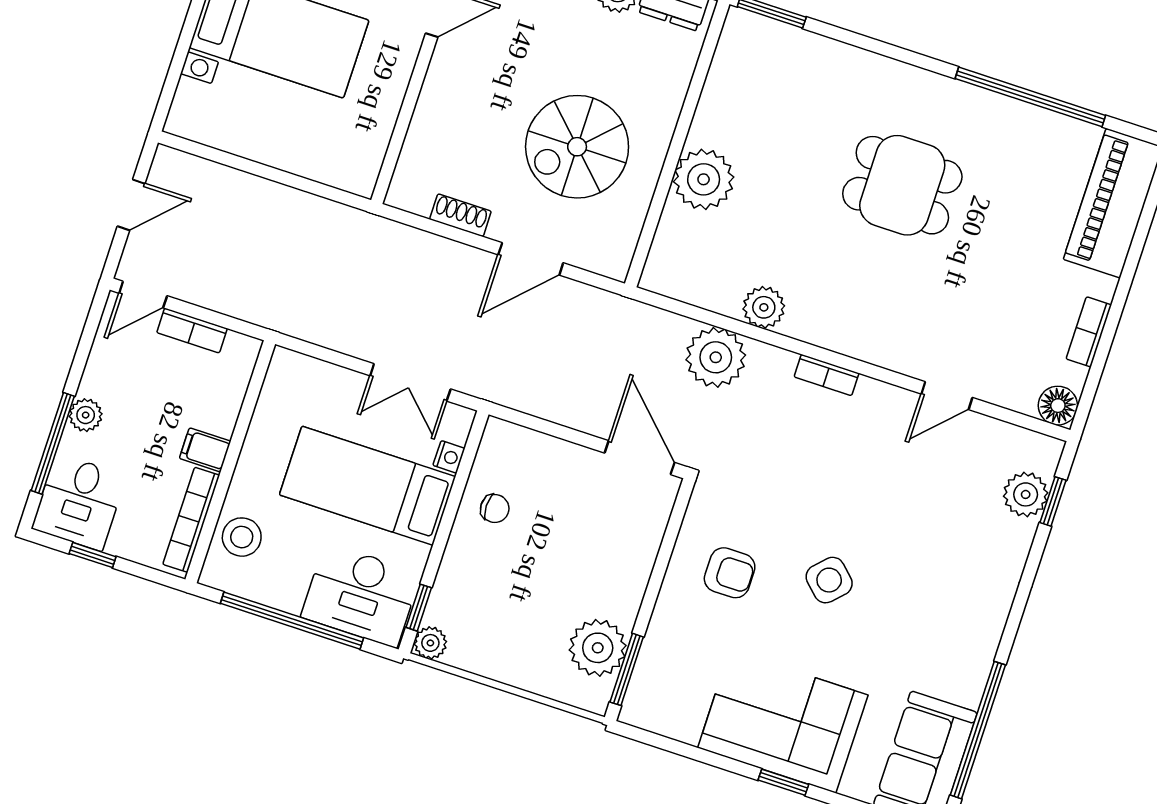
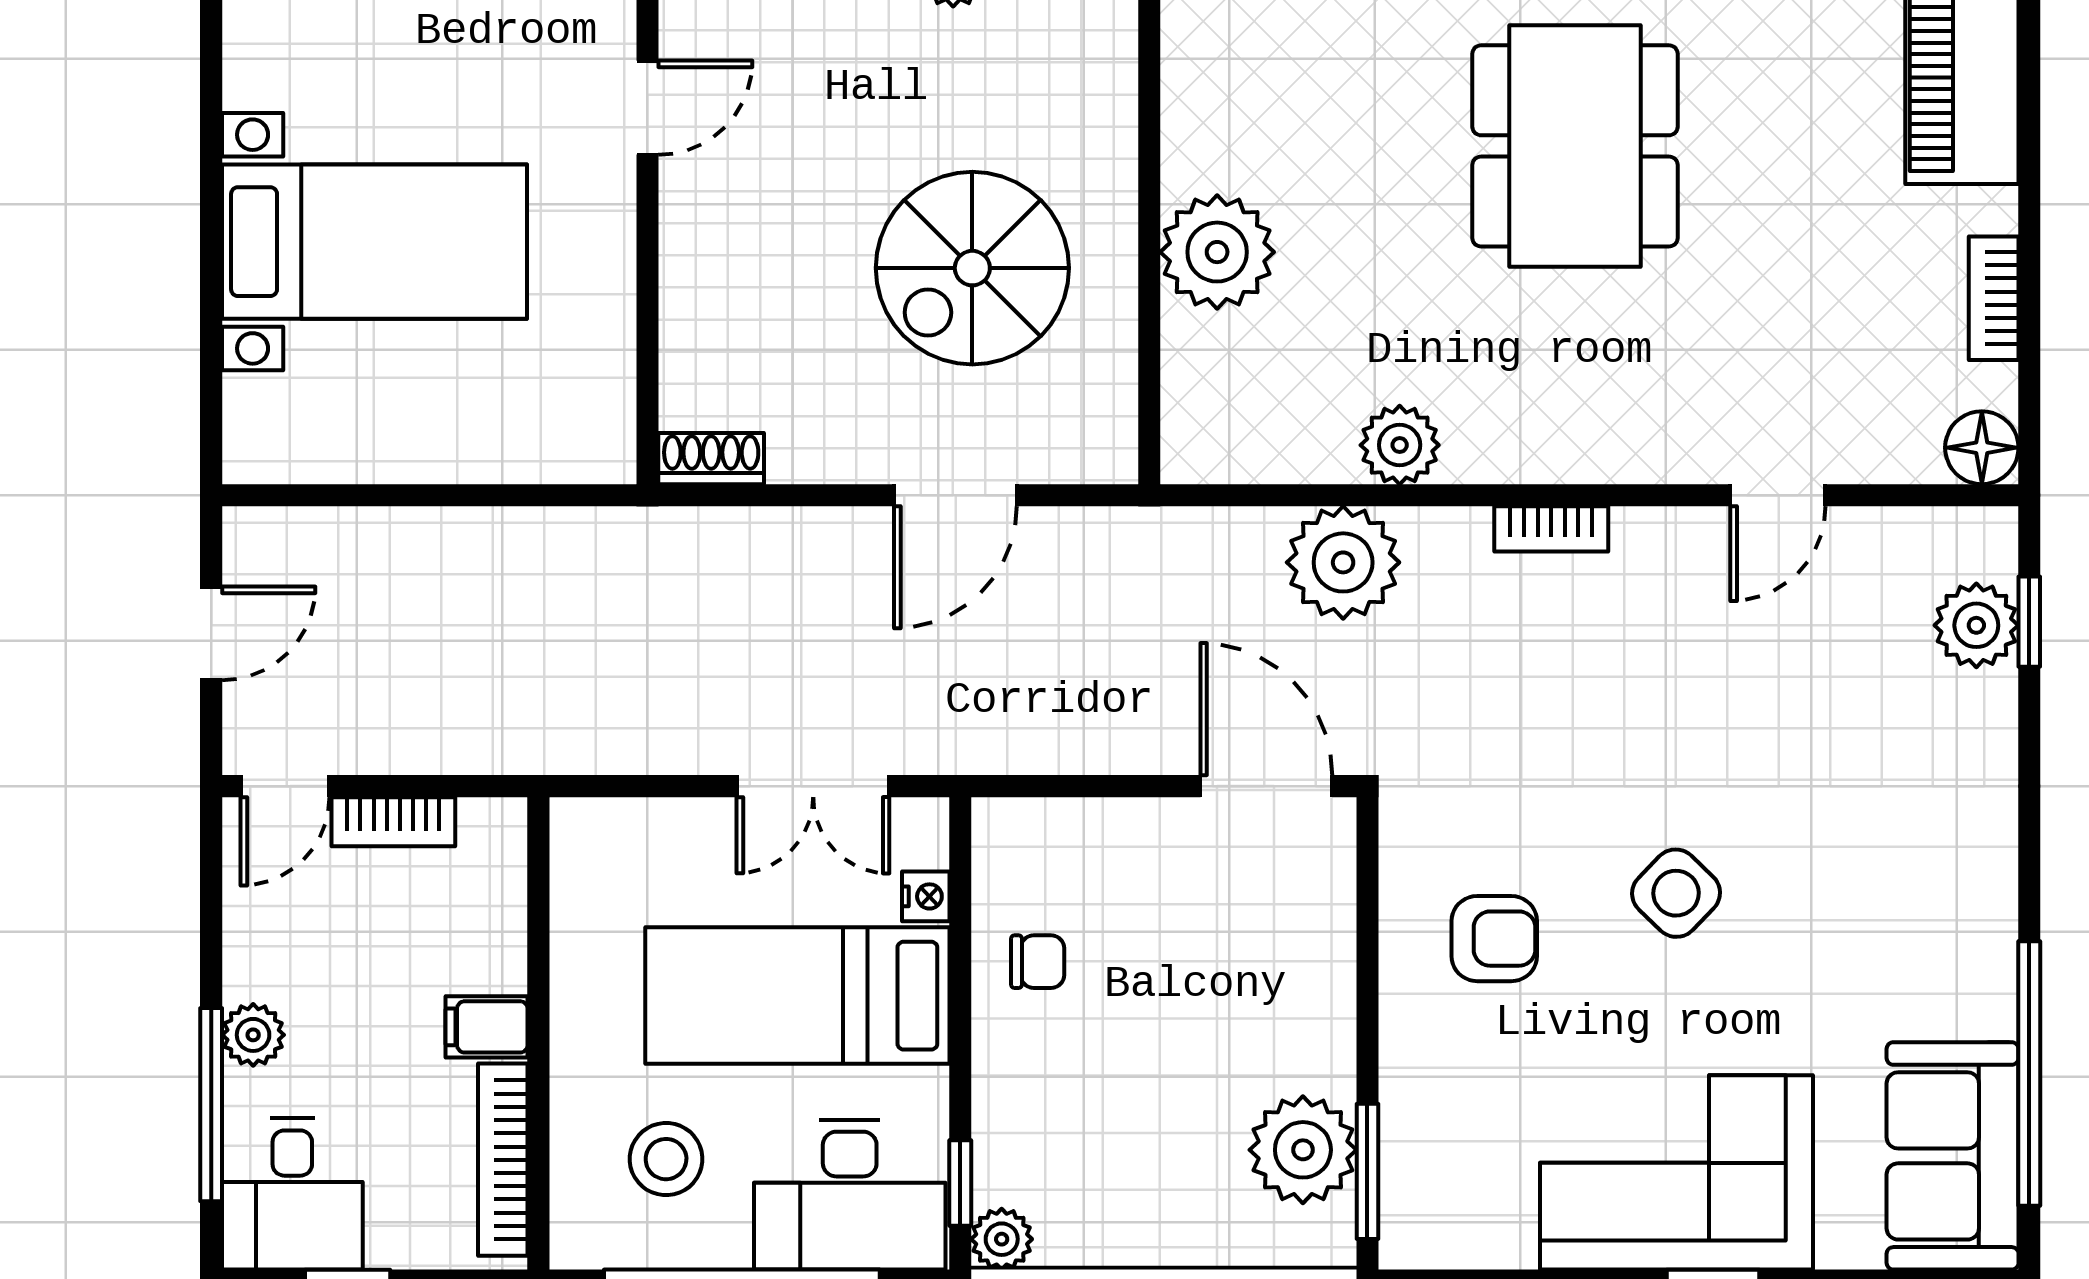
dining table: (902, 185) -> (1575, 146), width x1.38
shoe rack: (460, 215) -> (711, 459), moved
stool: (242, 537) -> (666, 1159), moved

